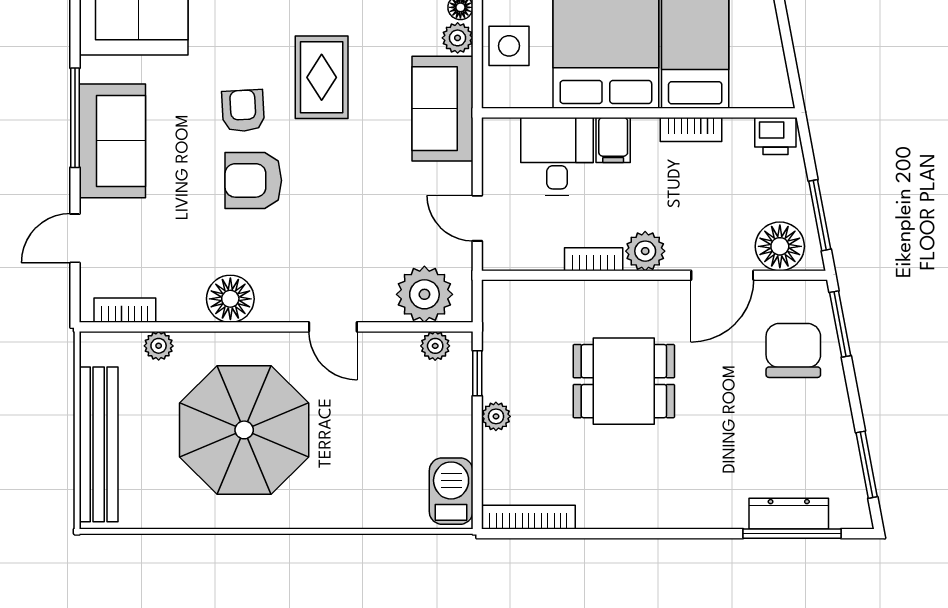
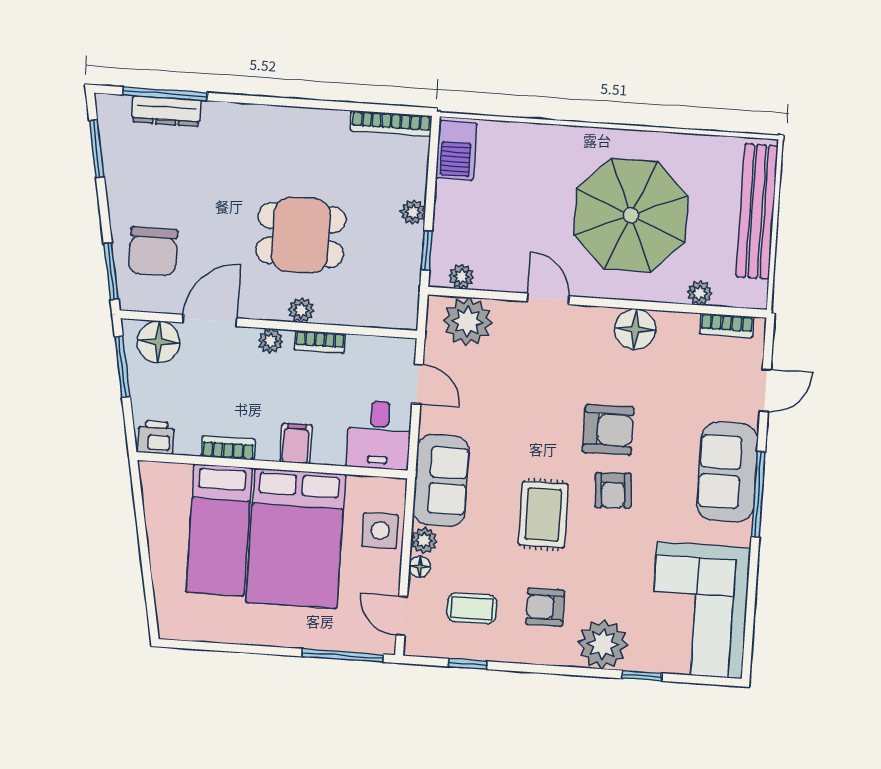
desk: (557, 156) -> (379, 435), moved
plant: (645, 251) -> (270, 341), width x0.73, depth x0.73
plant: (617, 294) -> (301, 310), added

